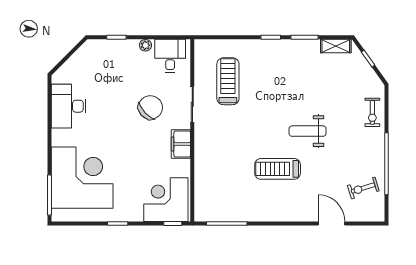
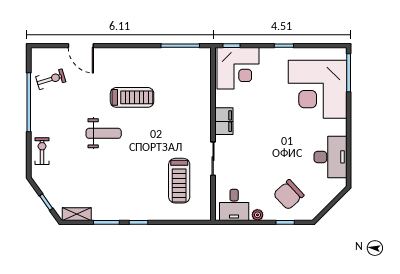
chair: (150, 107) -> (289, 195), moved

